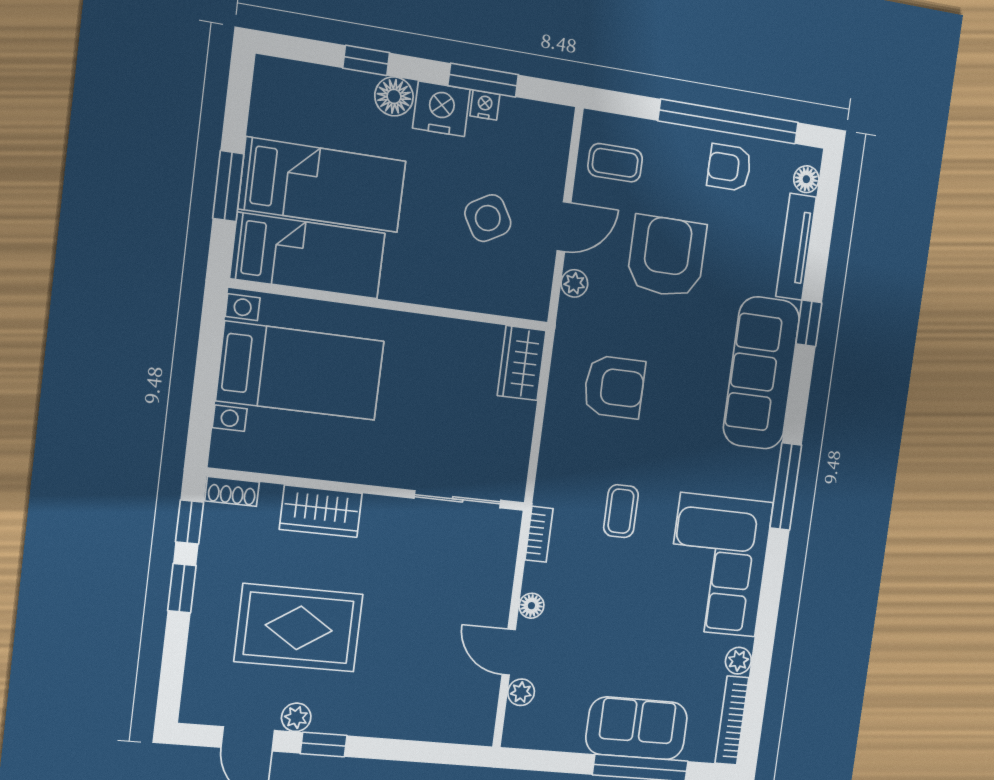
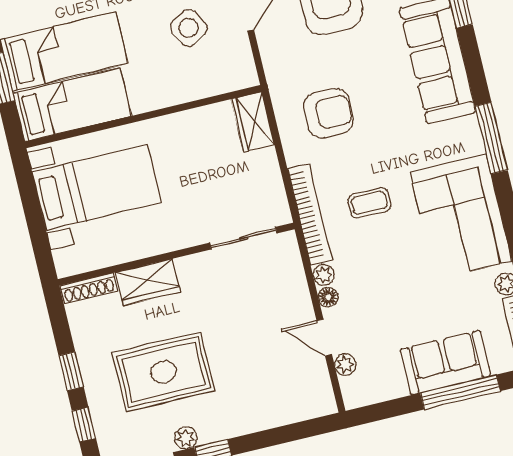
plant: (574, 283) -> (324, 275), moved
shoe rack: (232, 491) -> (89, 288), width x1.43
coffee table: (621, 511) -> (369, 203), turned 90
window: (190, 522) -> (84, 425), moved
bookcase: (539, 534) -> (310, 214), width x2.31, depth x1.31

